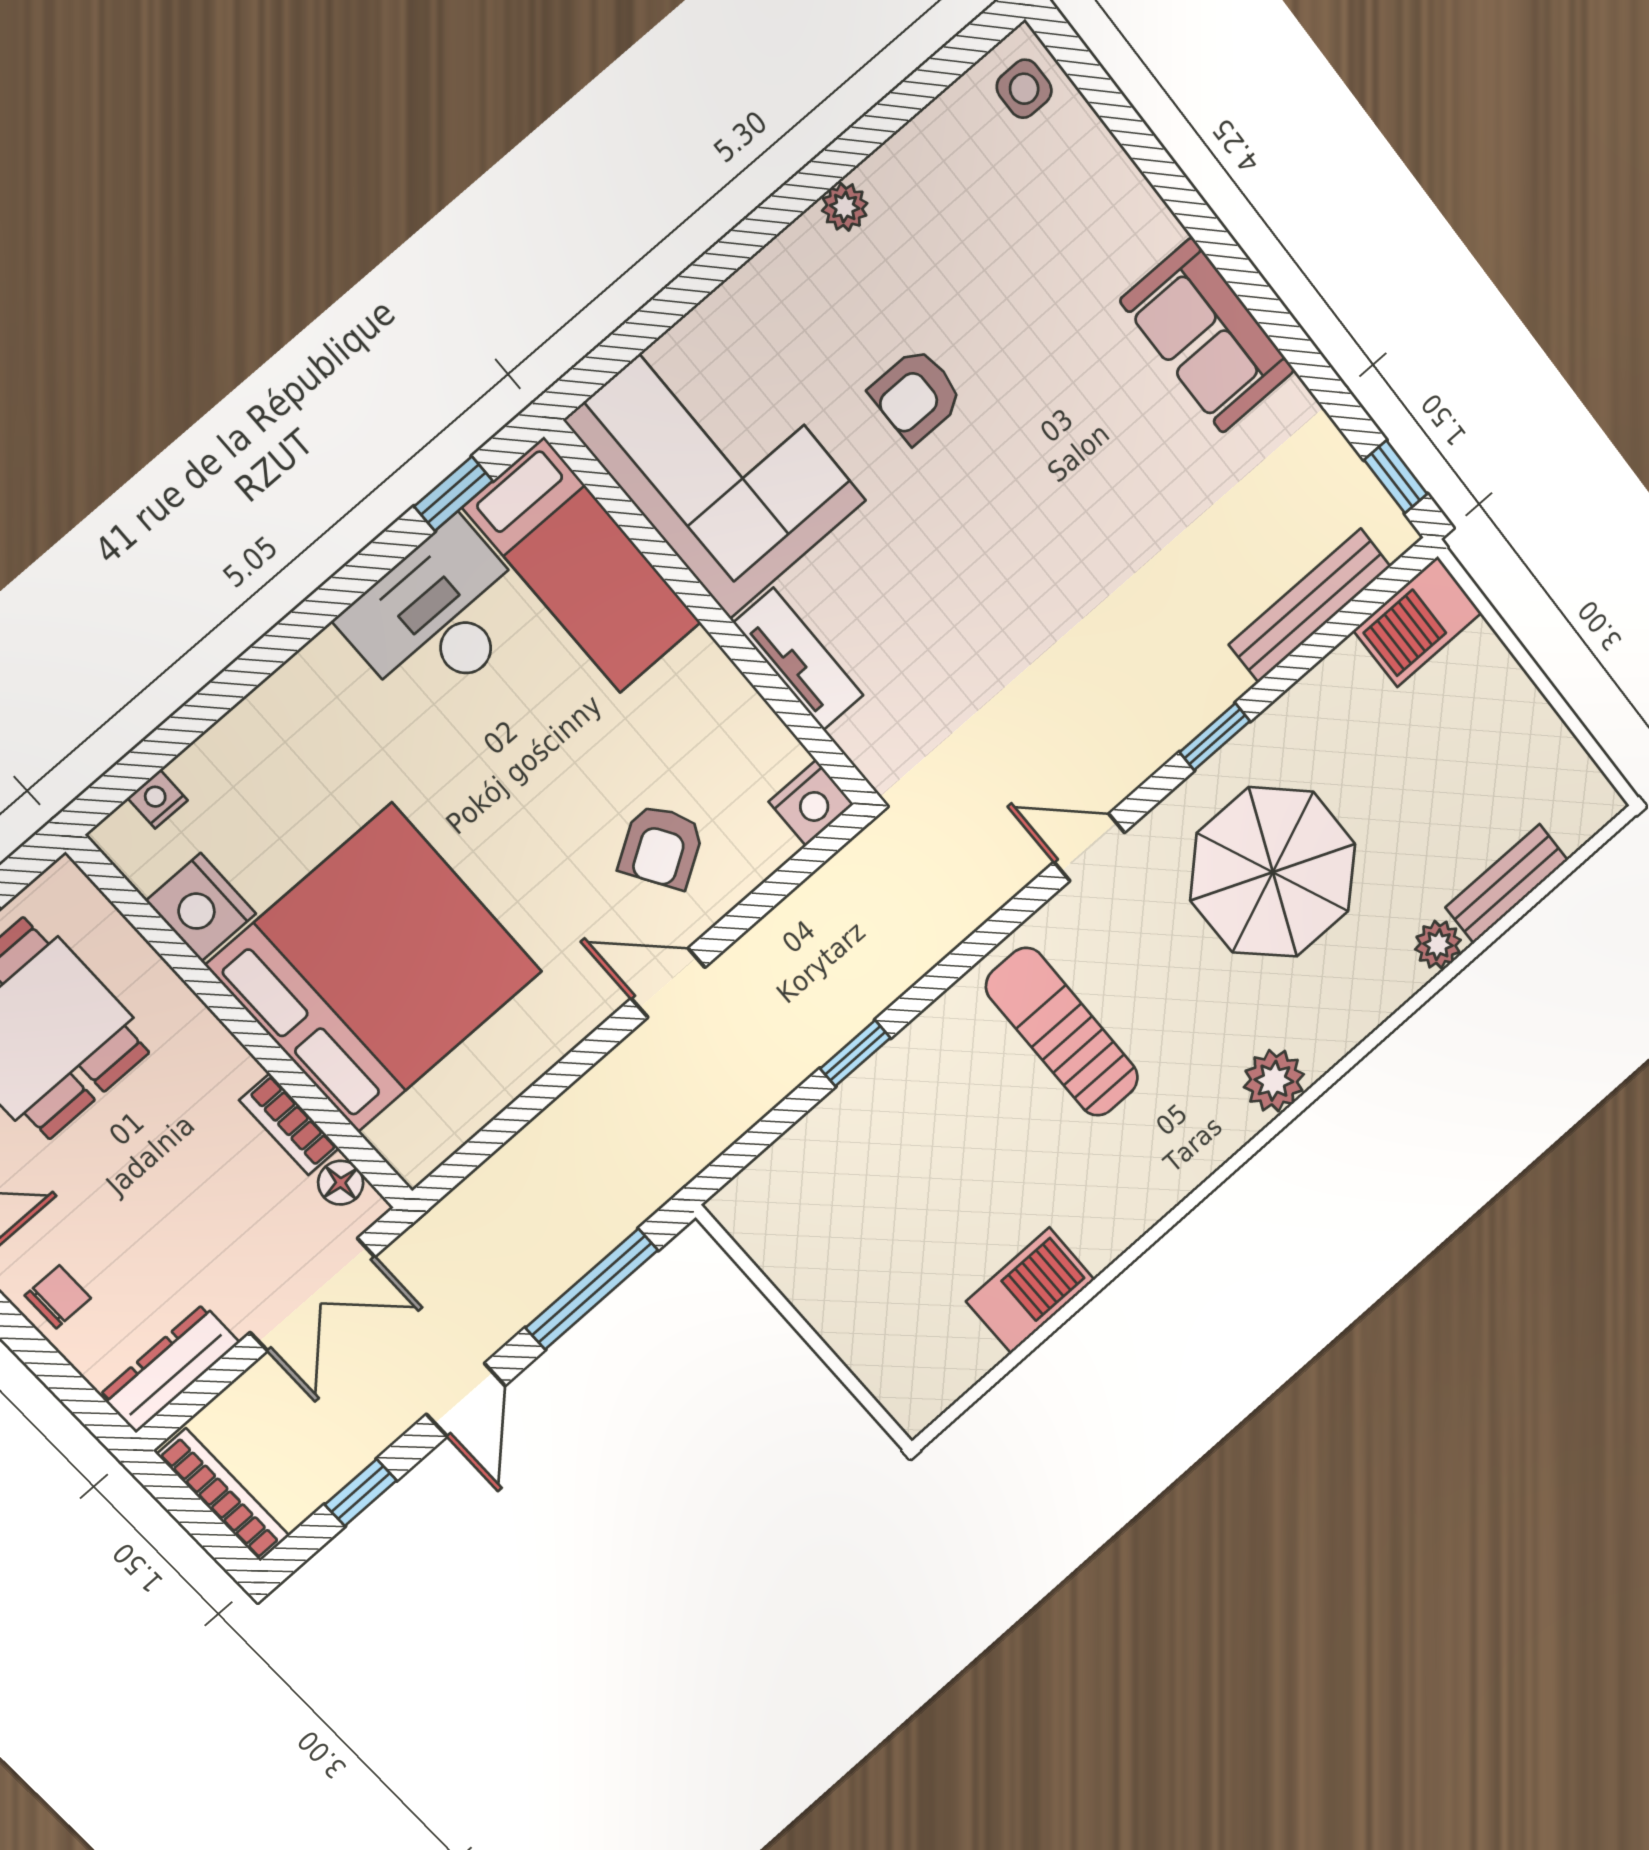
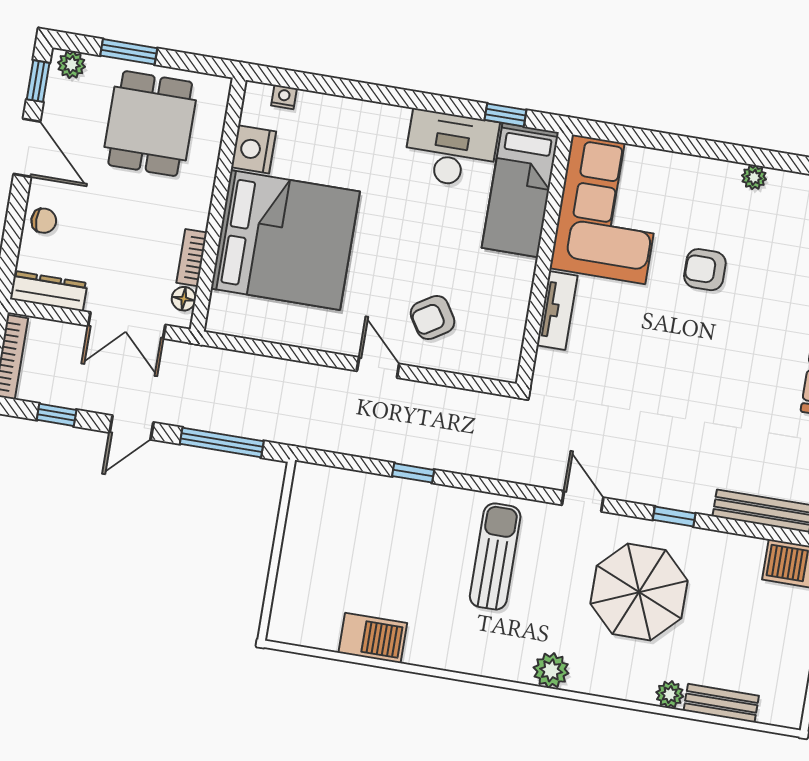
nightstand: (811, 803) -> (502, 366), removed

